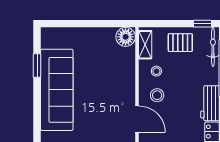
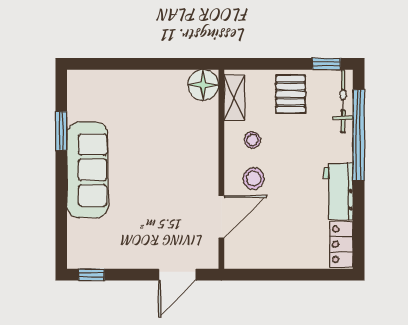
pallet: (180, 43) -> (291, 94), turned 90
sofa: (57, 90) -> (87, 170), width x0.74, depth x0.79
door: (137, 119) -> (221, 217), hinge flipped

